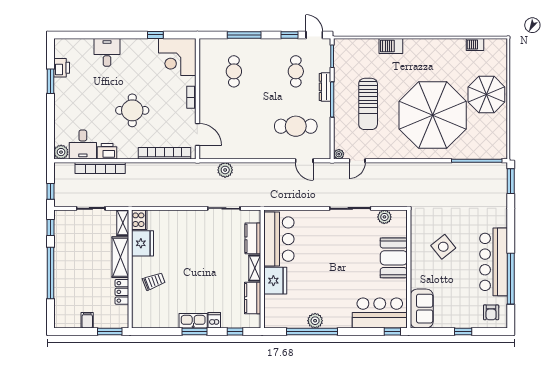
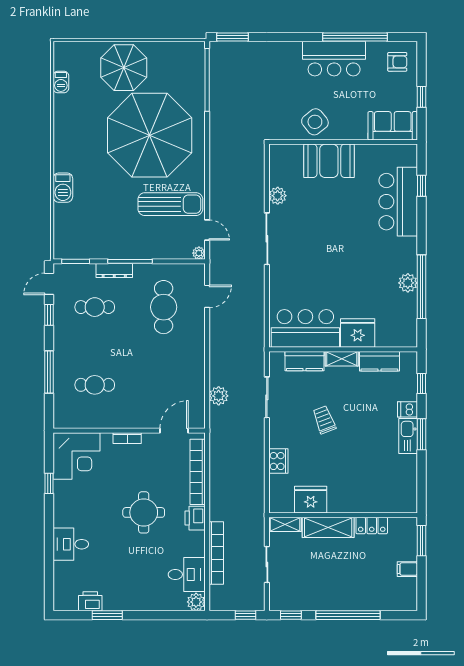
sun lounger: (368, 104) -> (170, 204), moved
printer: (107, 151) -> (195, 518), moved
cooker: (139, 220) -> (278, 461), moved, turned 90
booth: (394, 258) -> (329, 161), moved
bar counter: (494, 262) -> (334, 59), width x0.73
wall: (409, 269) -> (343, 142), moved
trolley: (154, 281) -> (324, 420), moved
sofa: (422, 309) -> (393, 126), moved

